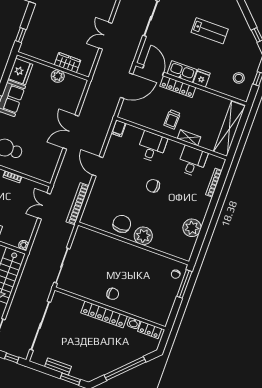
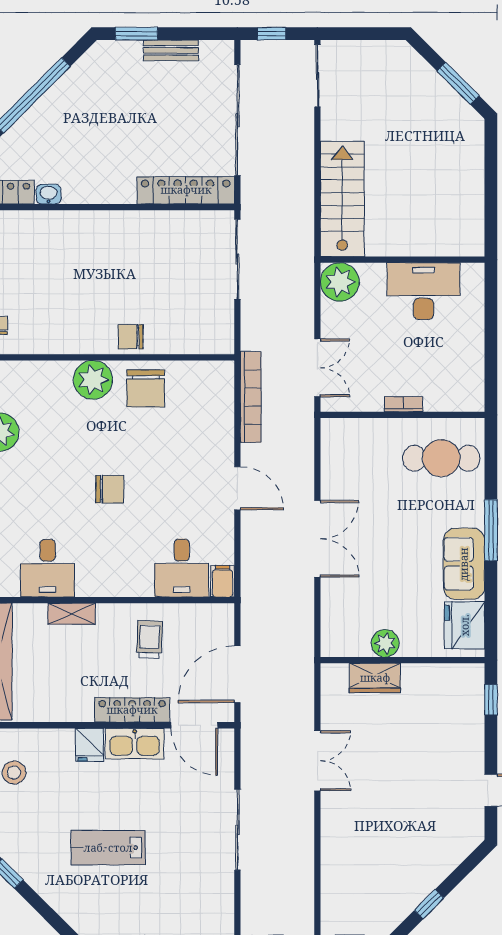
trolley: (172, 119) -> (149, 639), moved
desk: (152, 147) -> (182, 568), moved
plant: (24, 245) -> (340, 282), width x1.88, depth x1.88
chair: (113, 294) -> (131, 337), moved
locker: (104, 314) -> (186, 190), moved

